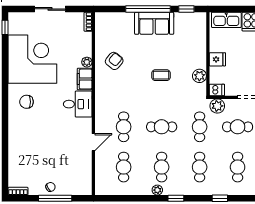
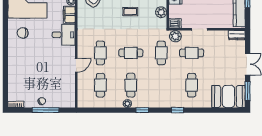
cafe table: (200, 167) -> (161, 85), removed

